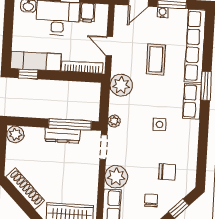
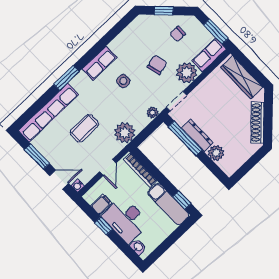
water cooler: (163, 13) -> (78, 186), moved
row of seats: (192, 101) -> (99, 63), moved
plant: (15, 134) -> (216, 153), moved
chair: (167, 172) -> (157, 65), moved, turned 75

